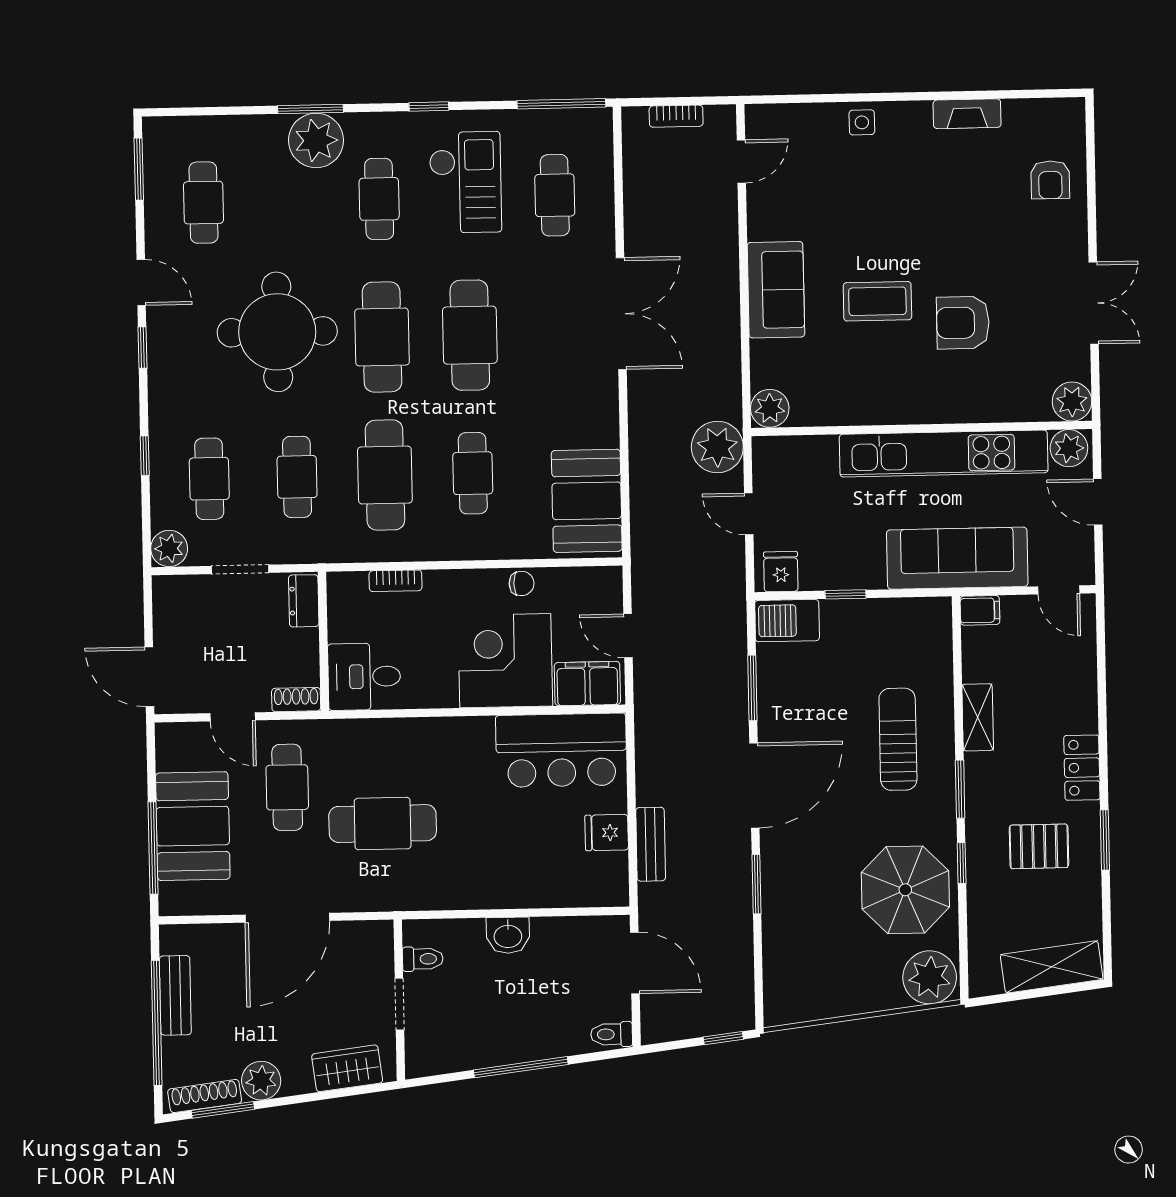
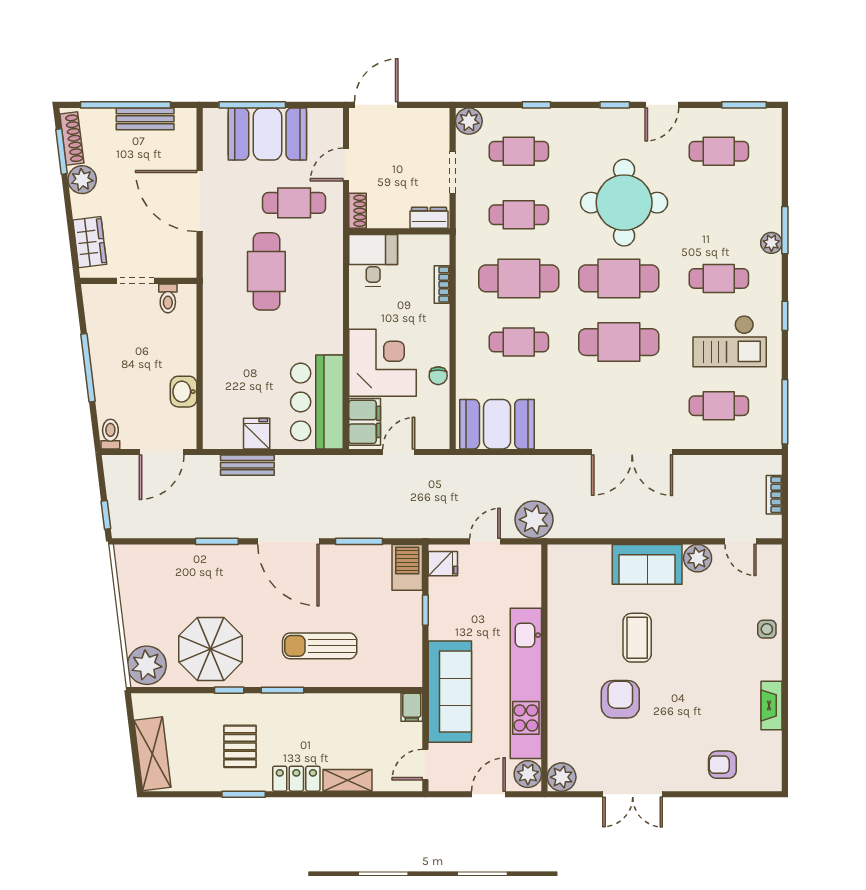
plant: (316, 140) -> (771, 243), width x0.53, depth x0.53
plant: (770, 408) -> (698, 558), moved
shelving: (978, 717) -> (347, 780), moved
sun lounger: (898, 739) -> (320, 646), turned 180
washbasin: (508, 935) -> (184, 392), moved

